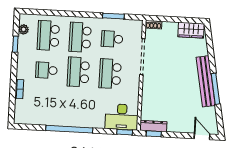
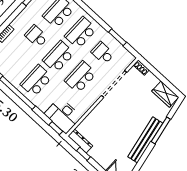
window: (215, 89) -> (161, 130), moved
school desk: (76, 107) -> (36, 81), added
window: (154, 134) -> (84, 154), moved

